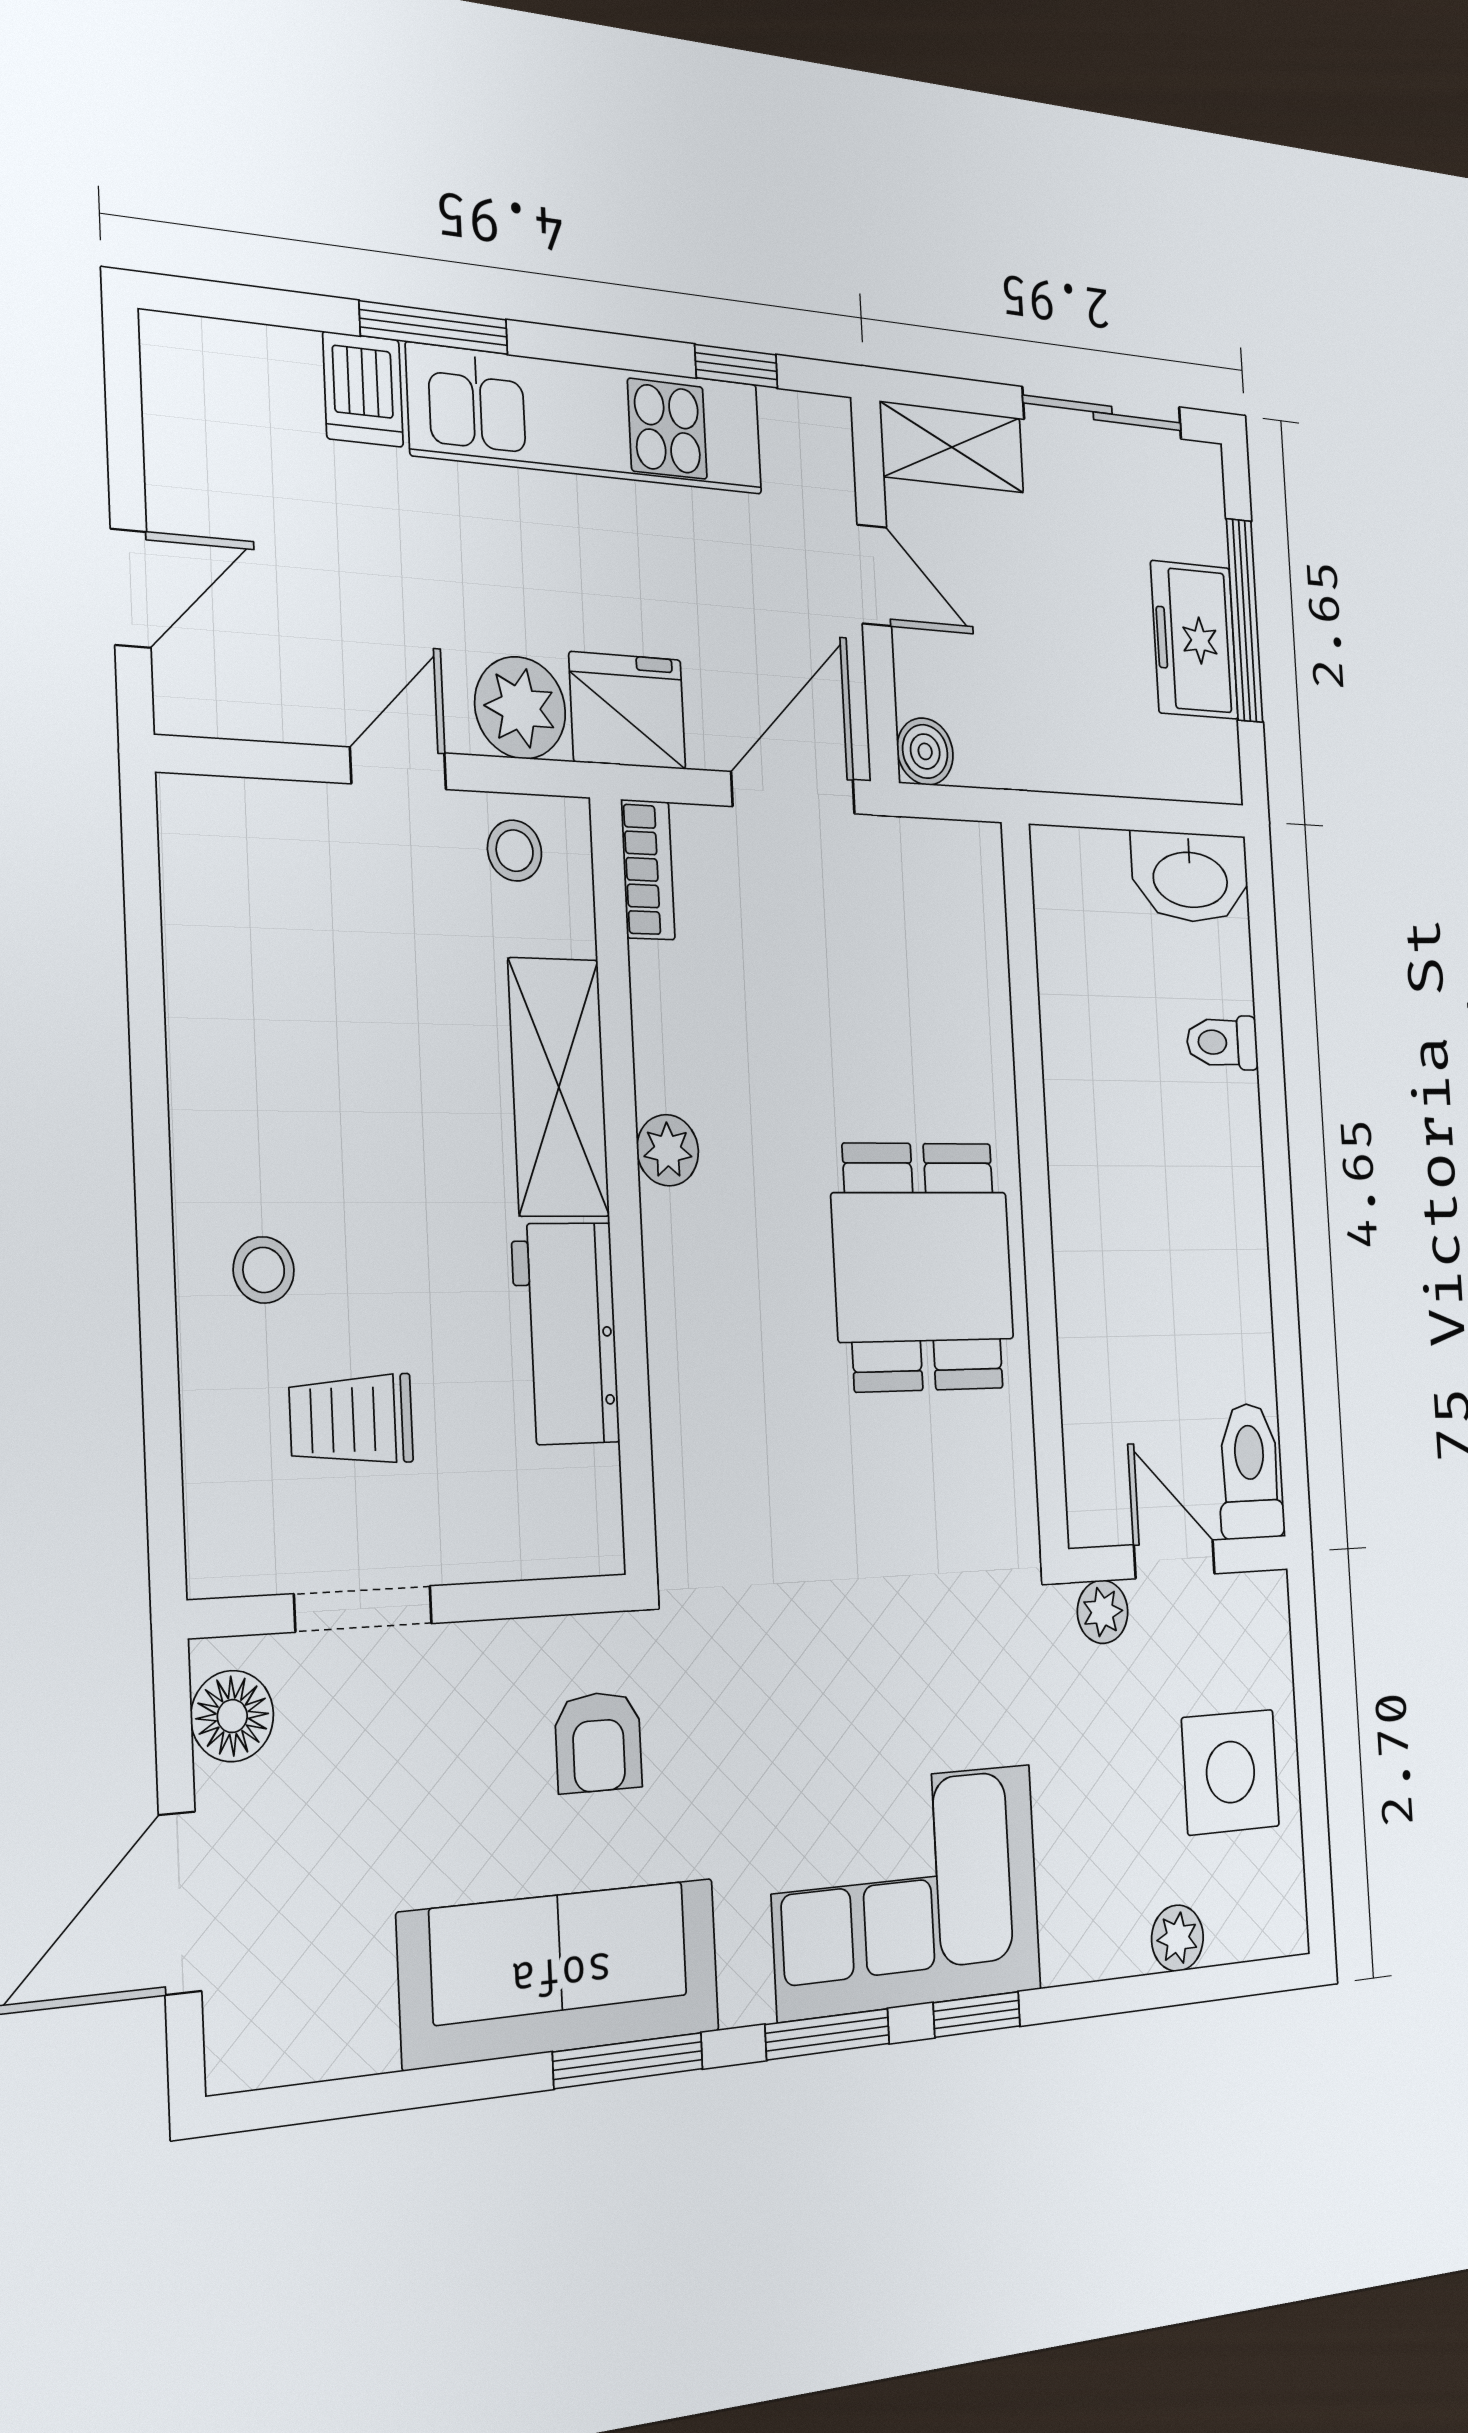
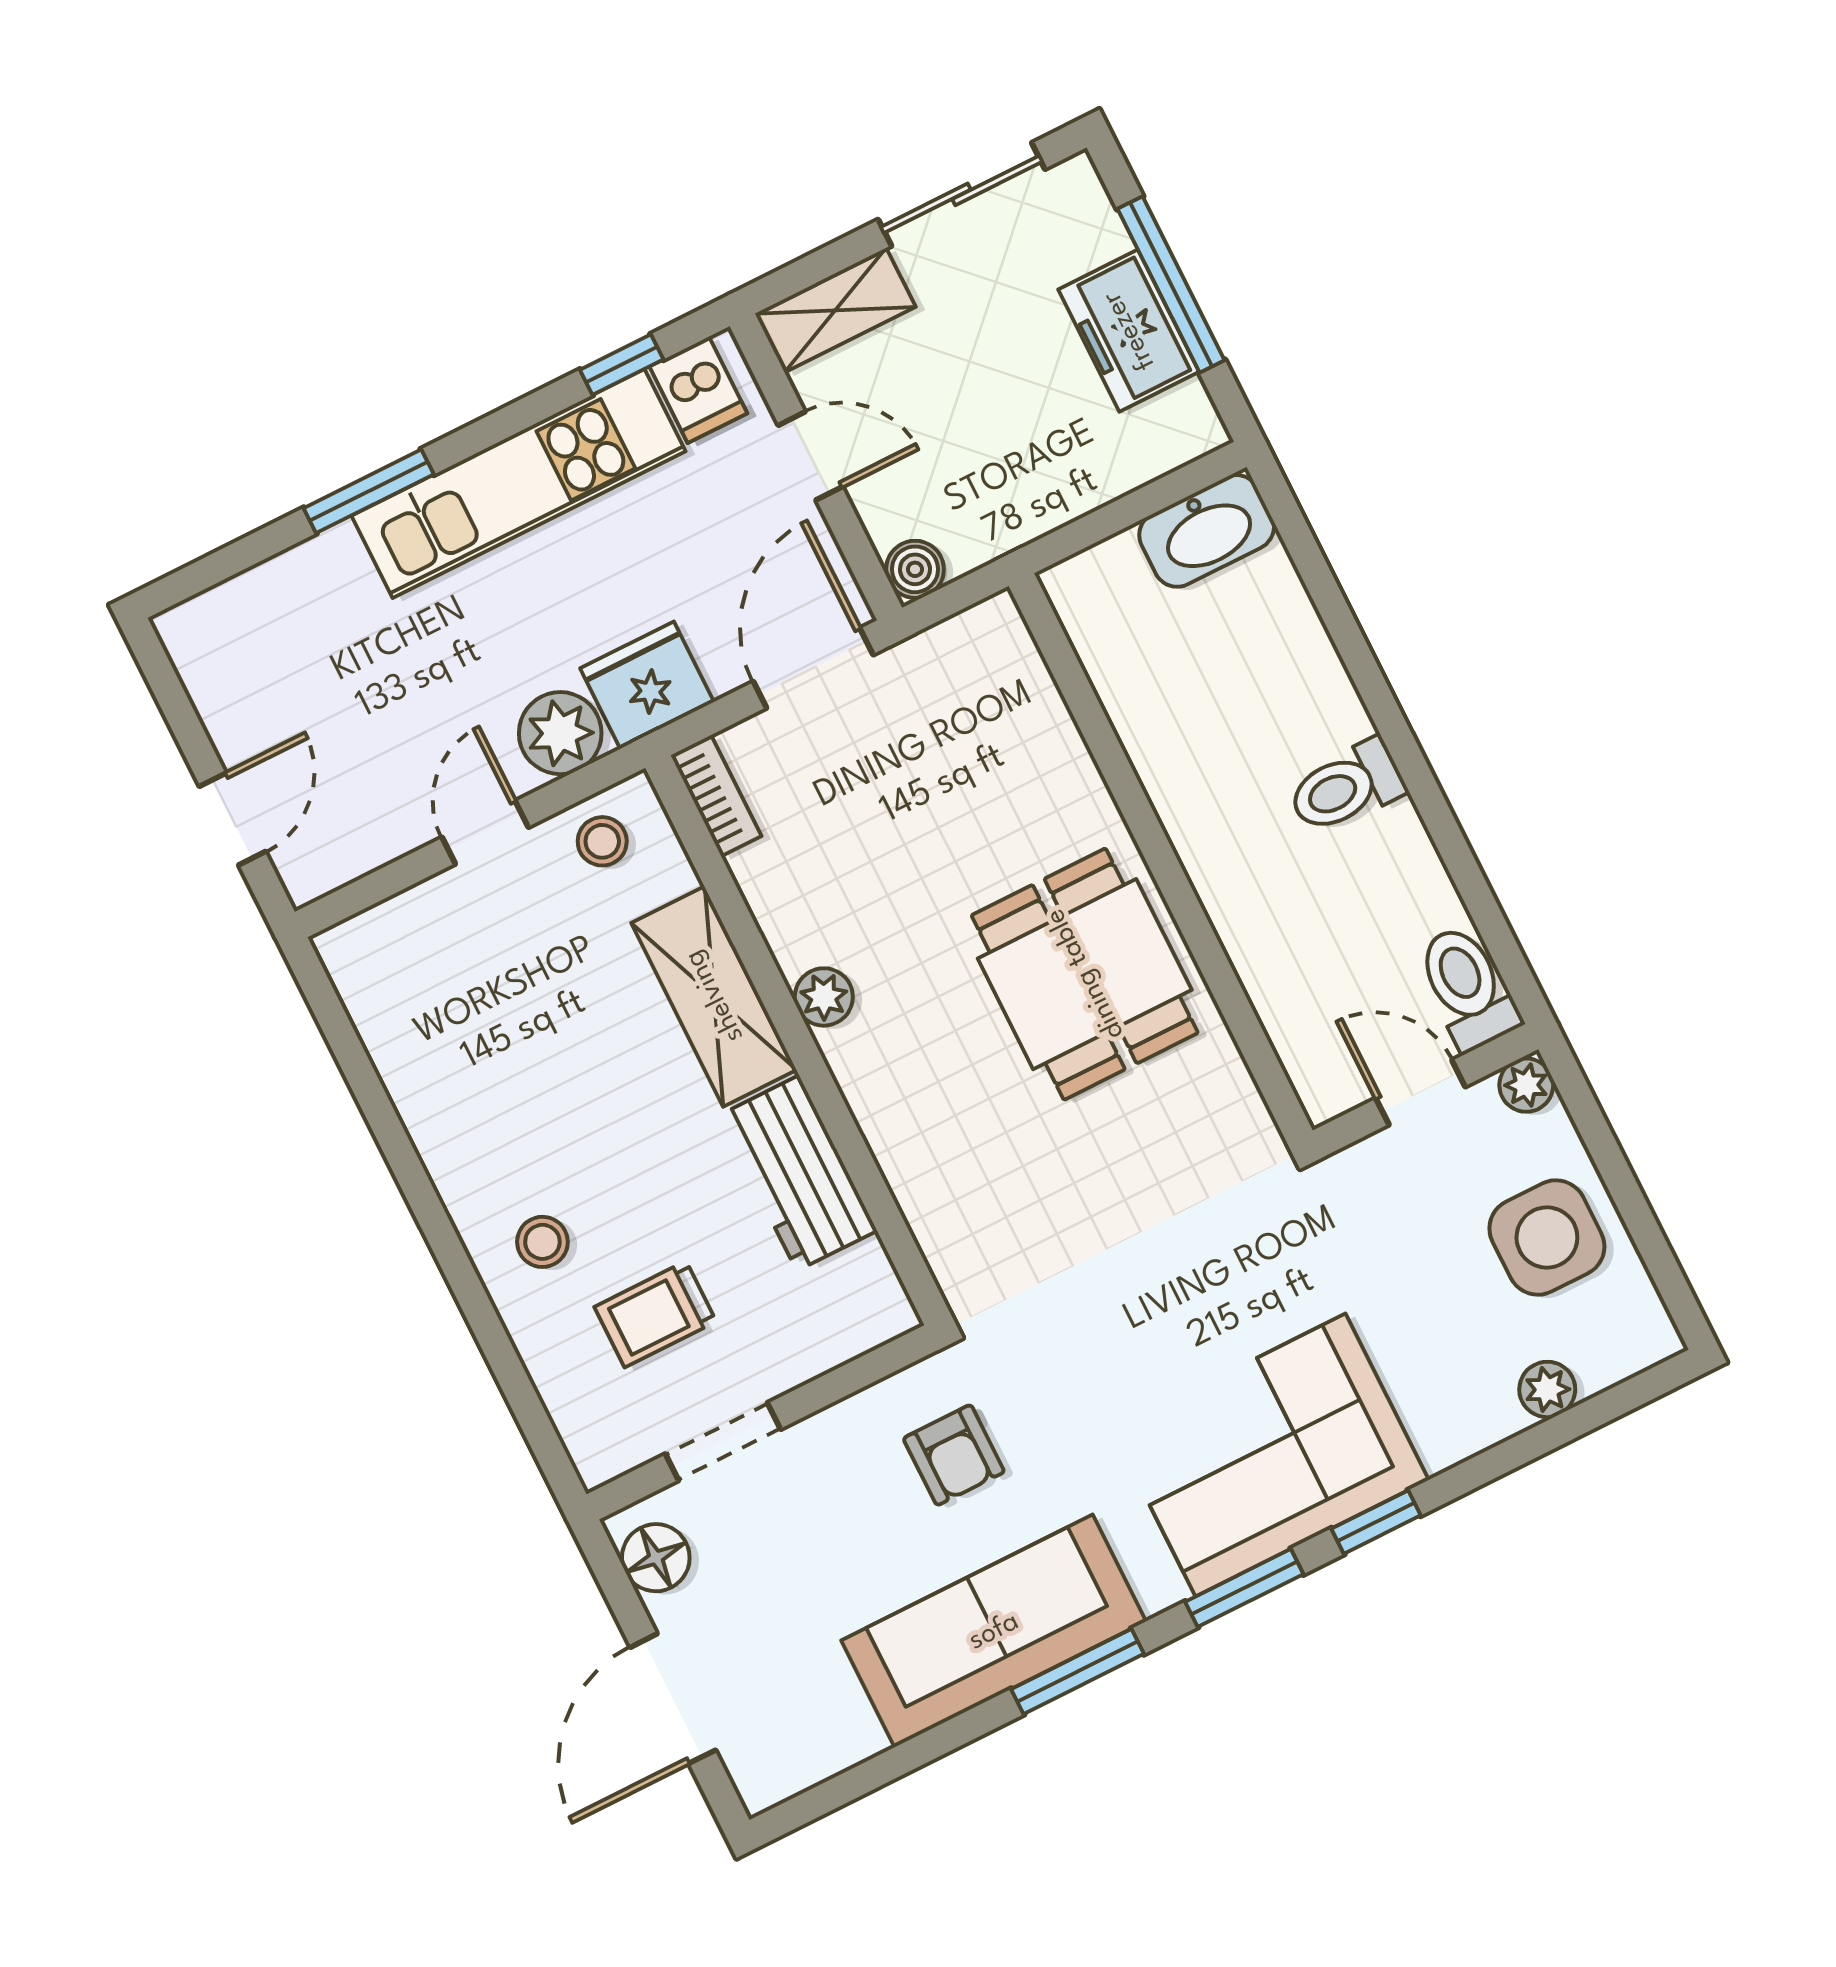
dishwasher: (363, 389) -> (698, 390), moved
toilet: (1222, 1042) -> (1346, 787), moved, width x1.37, depth x1.39
plant: (1103, 1612) -> (1526, 1085), moved

